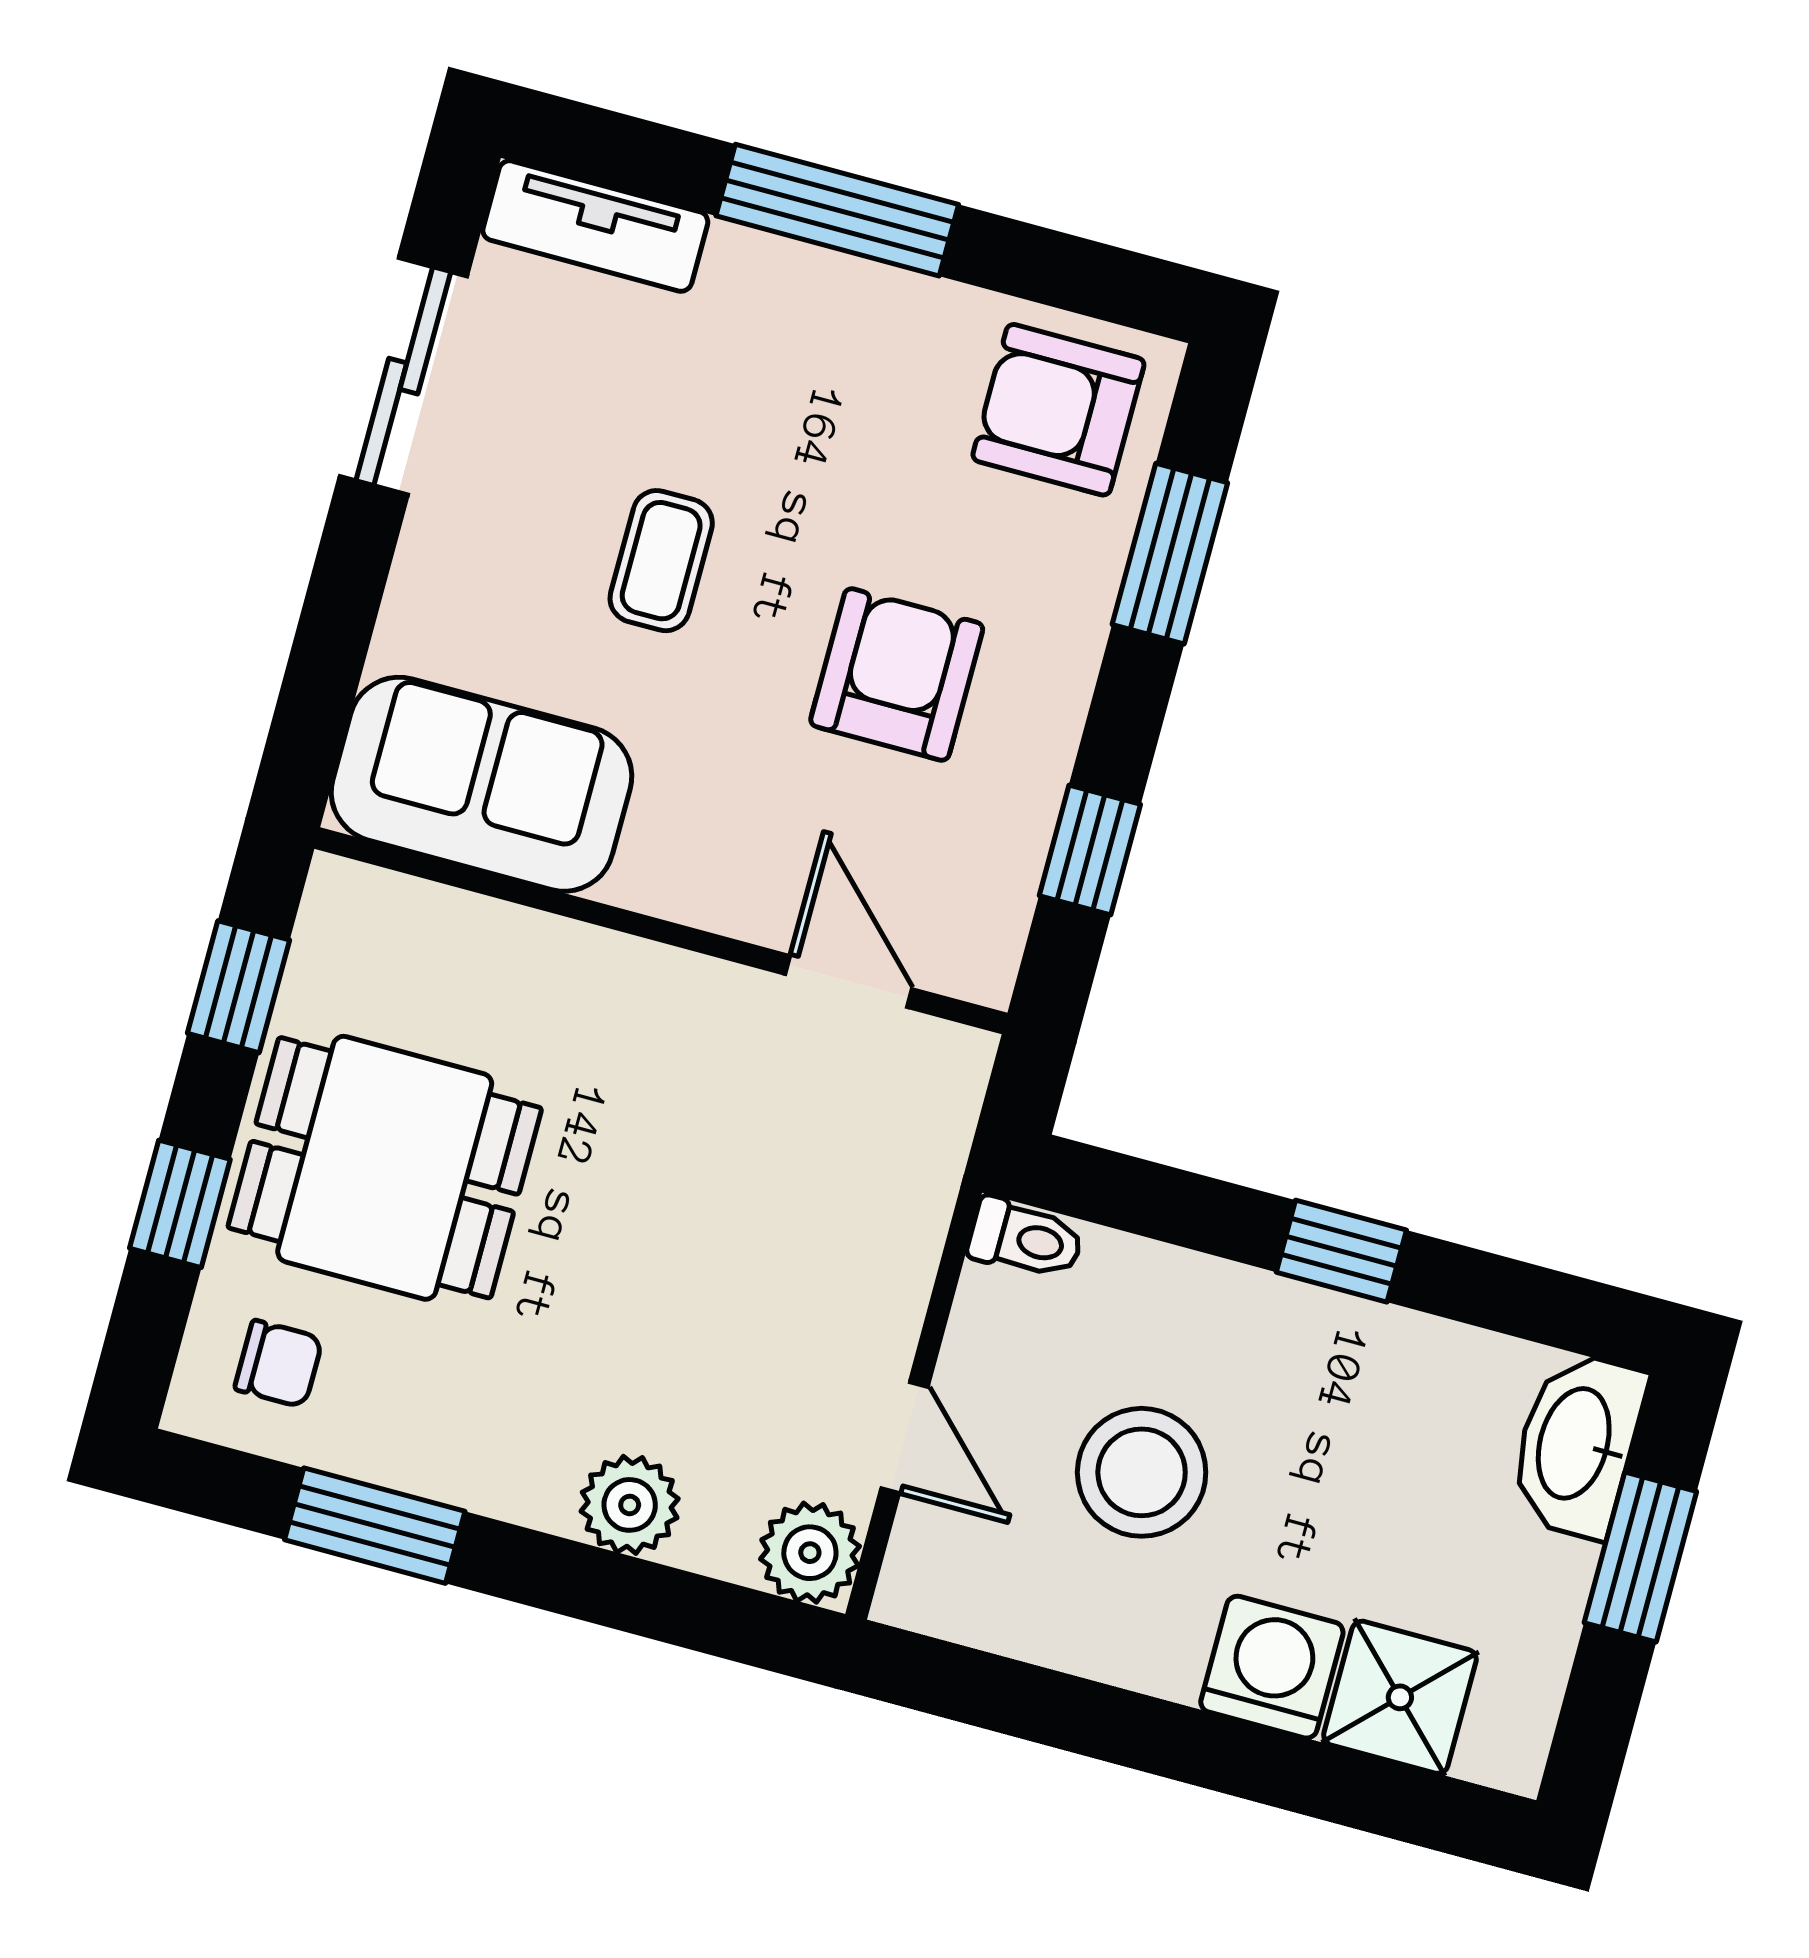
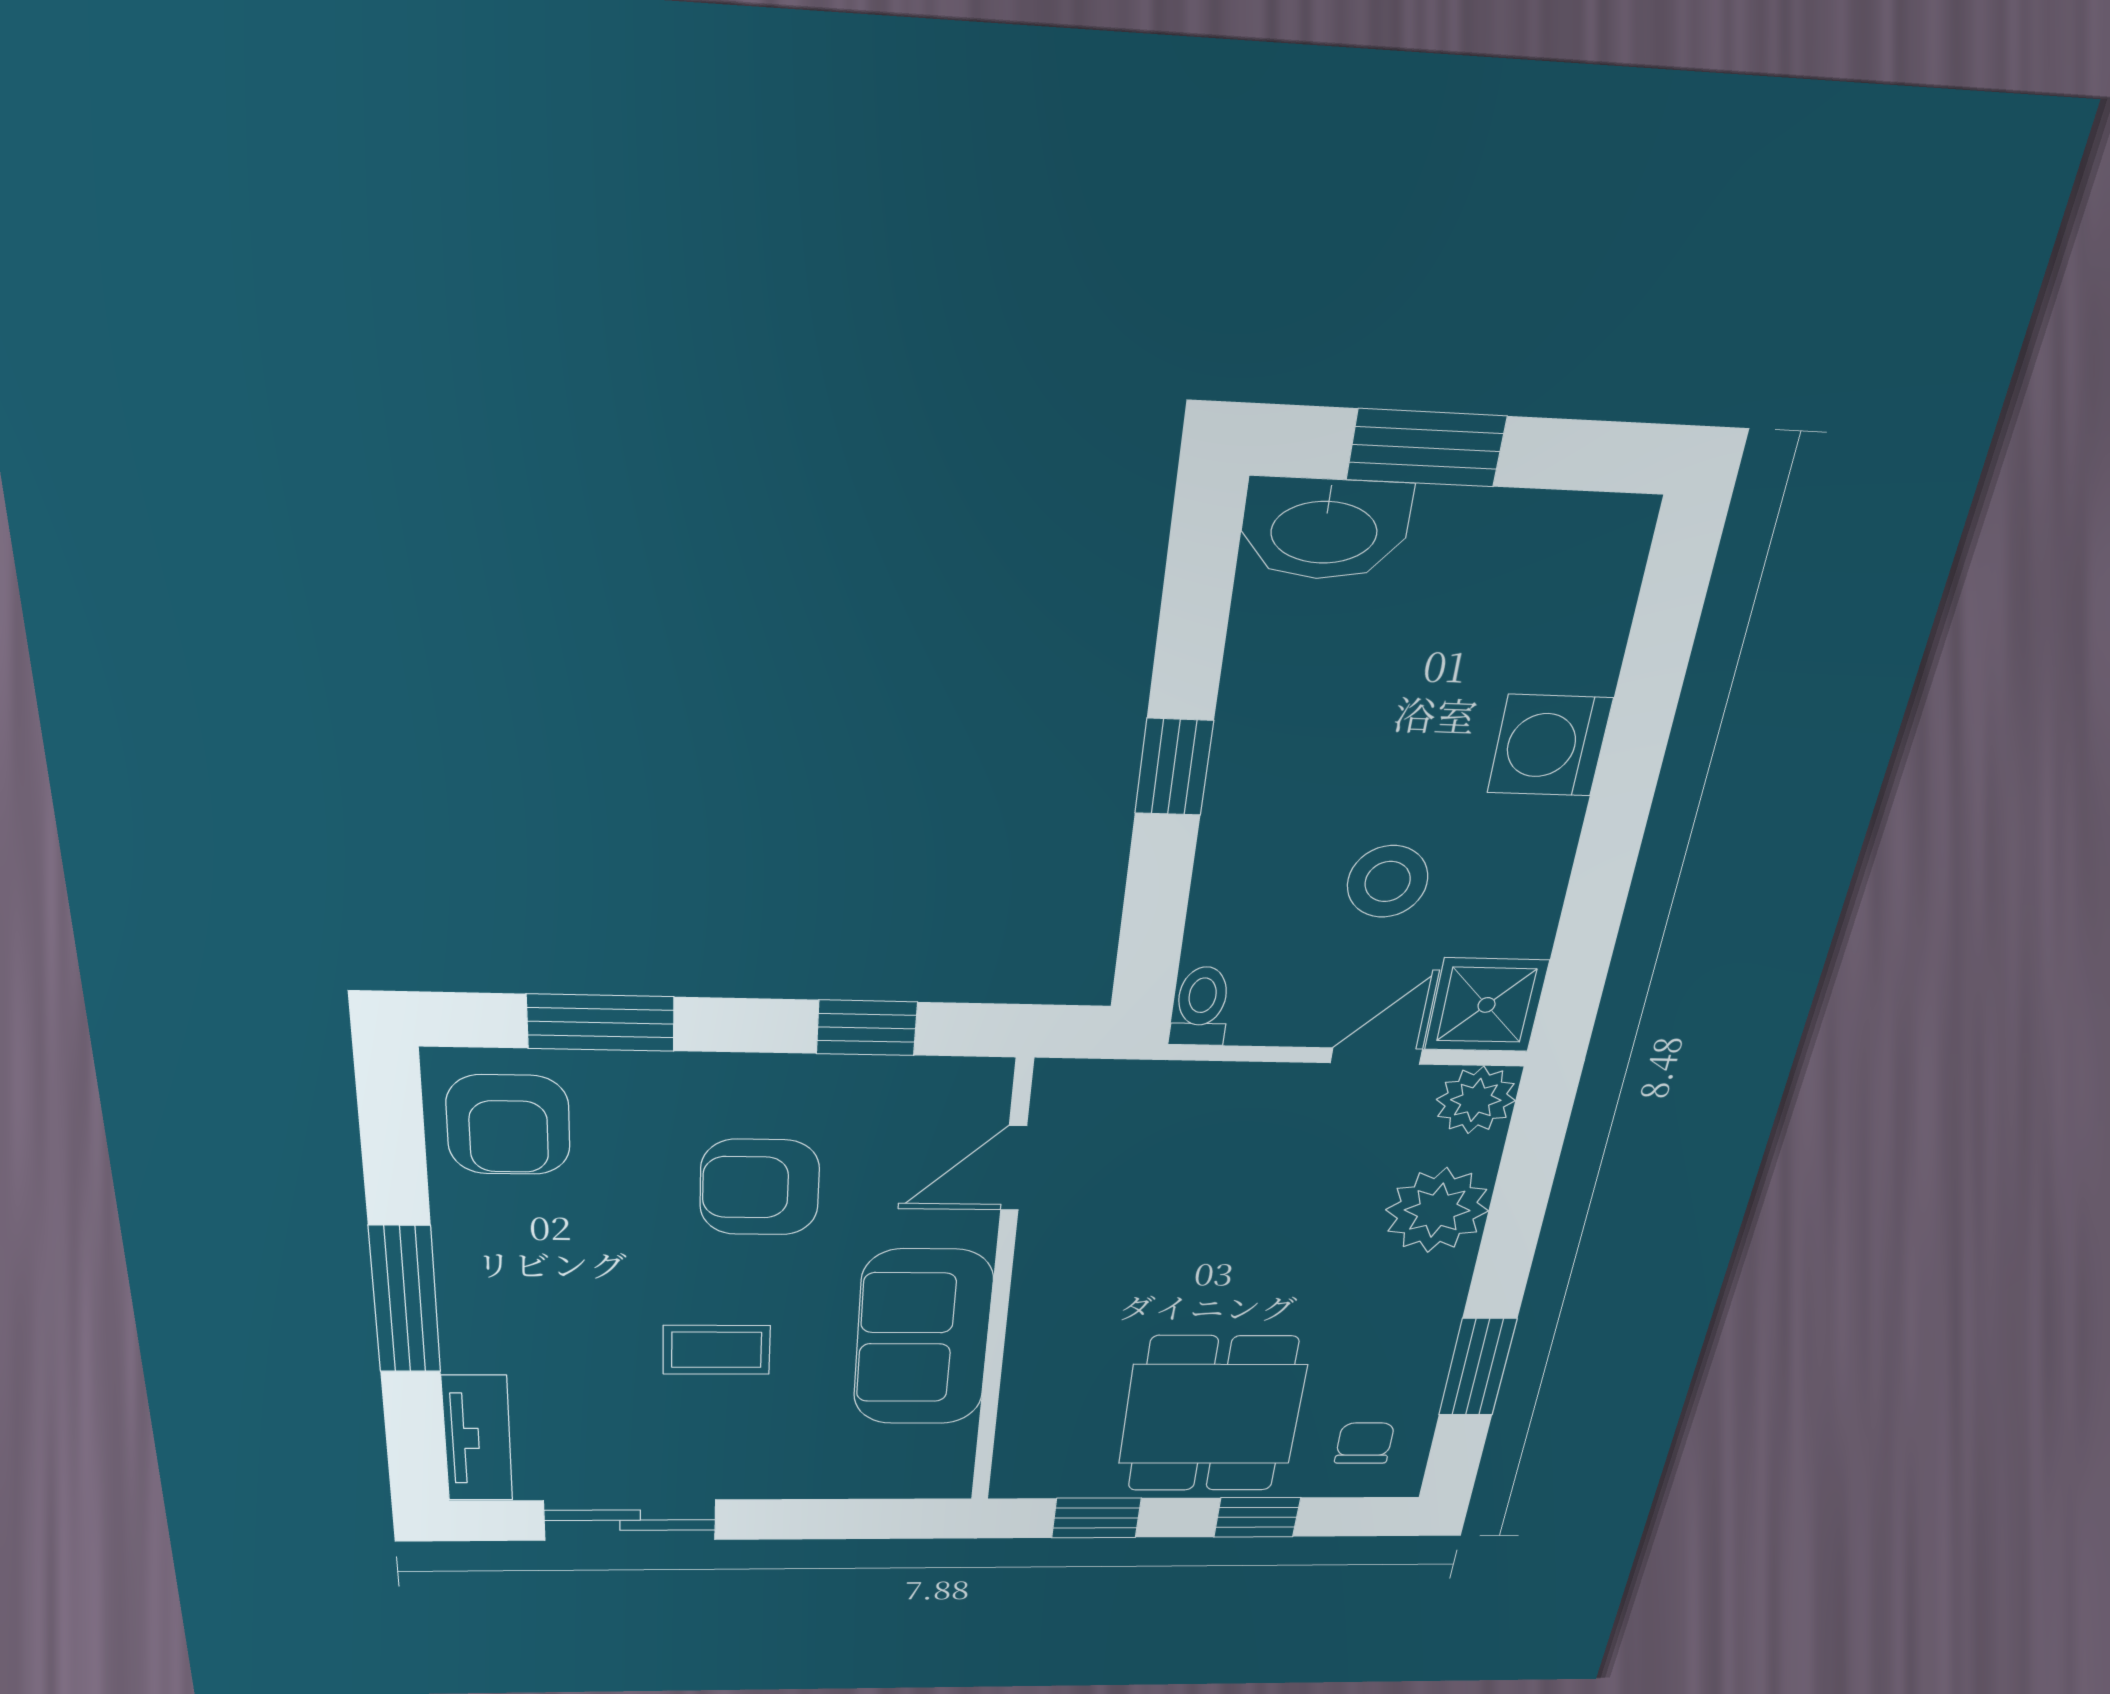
sofa: (482, 784) -> (923, 1338), moved
stool: (1142, 1472) -> (1388, 881), width x0.73, depth x0.73
plant: (630, 1505) -> (1437, 1210), width x1.36, depth x1.36
shower: (1400, 1697) -> (1487, 1005), moved

